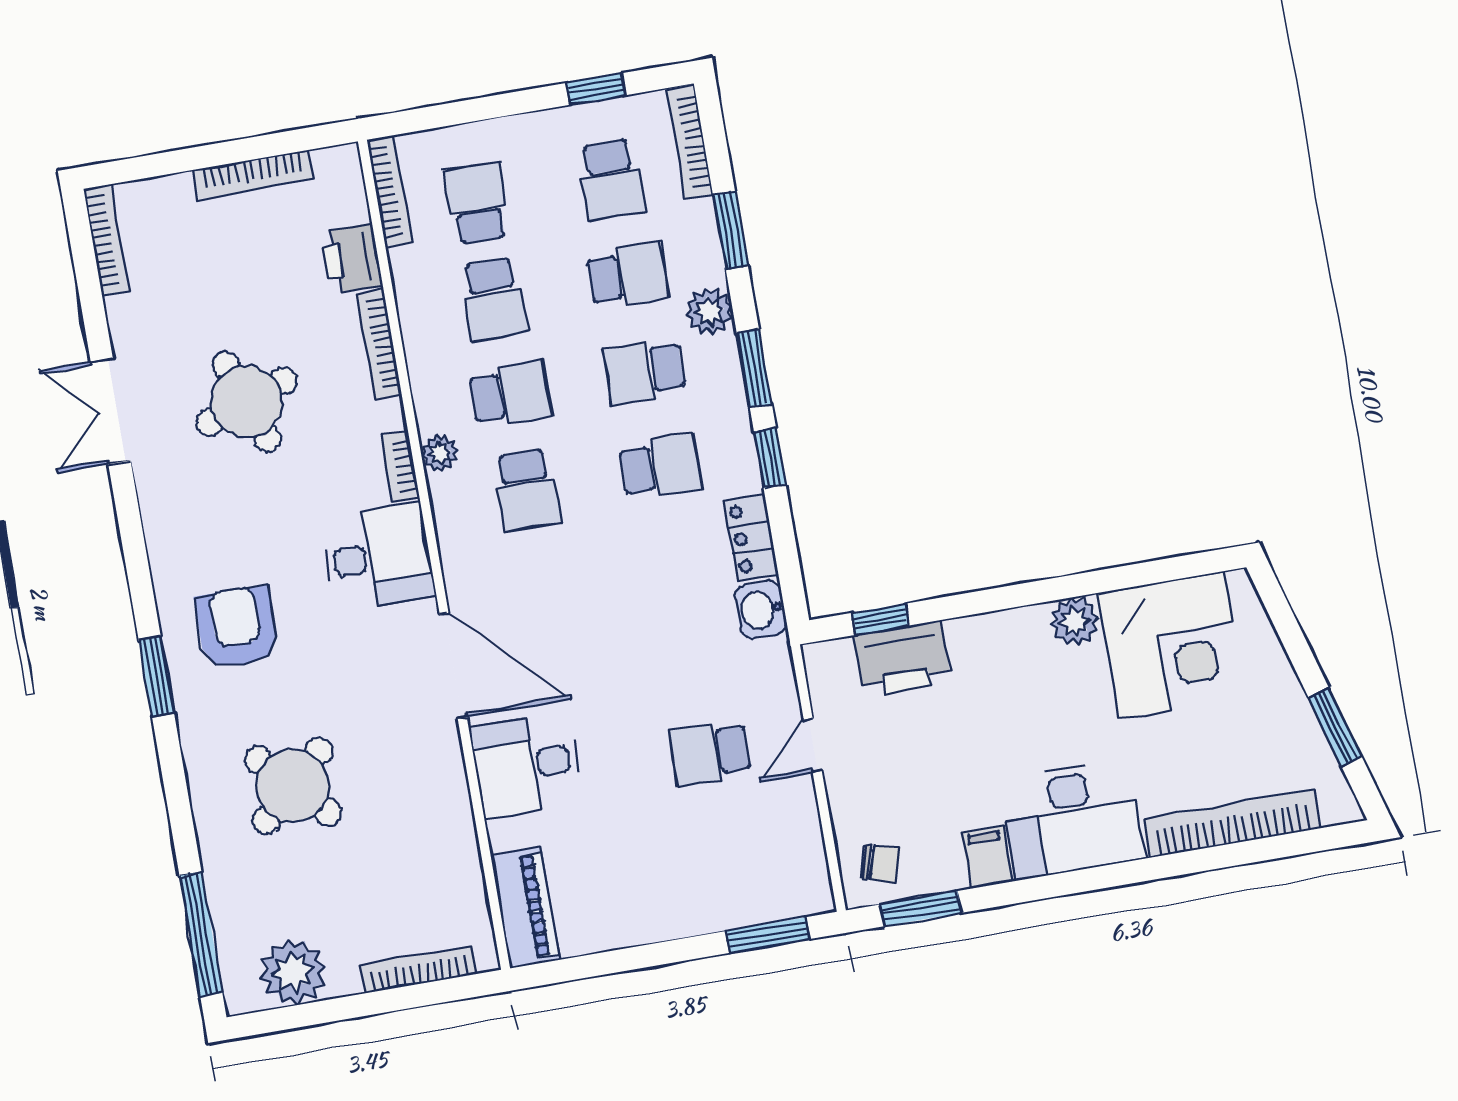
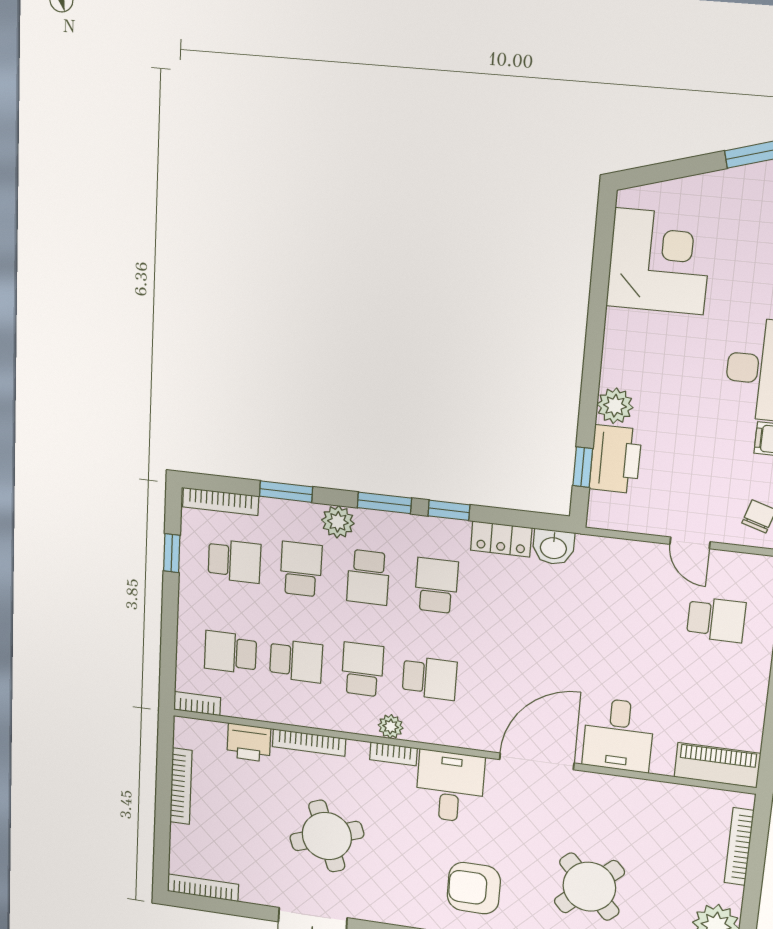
bookcase: (390, 191) -> (197, 704), width x0.64
plant: (1075, 622) -> (615, 406), moved
door: (813, 745) -> (690, 543), moved
school desk: (710, 753) -> (716, 620), moved, turned -90

